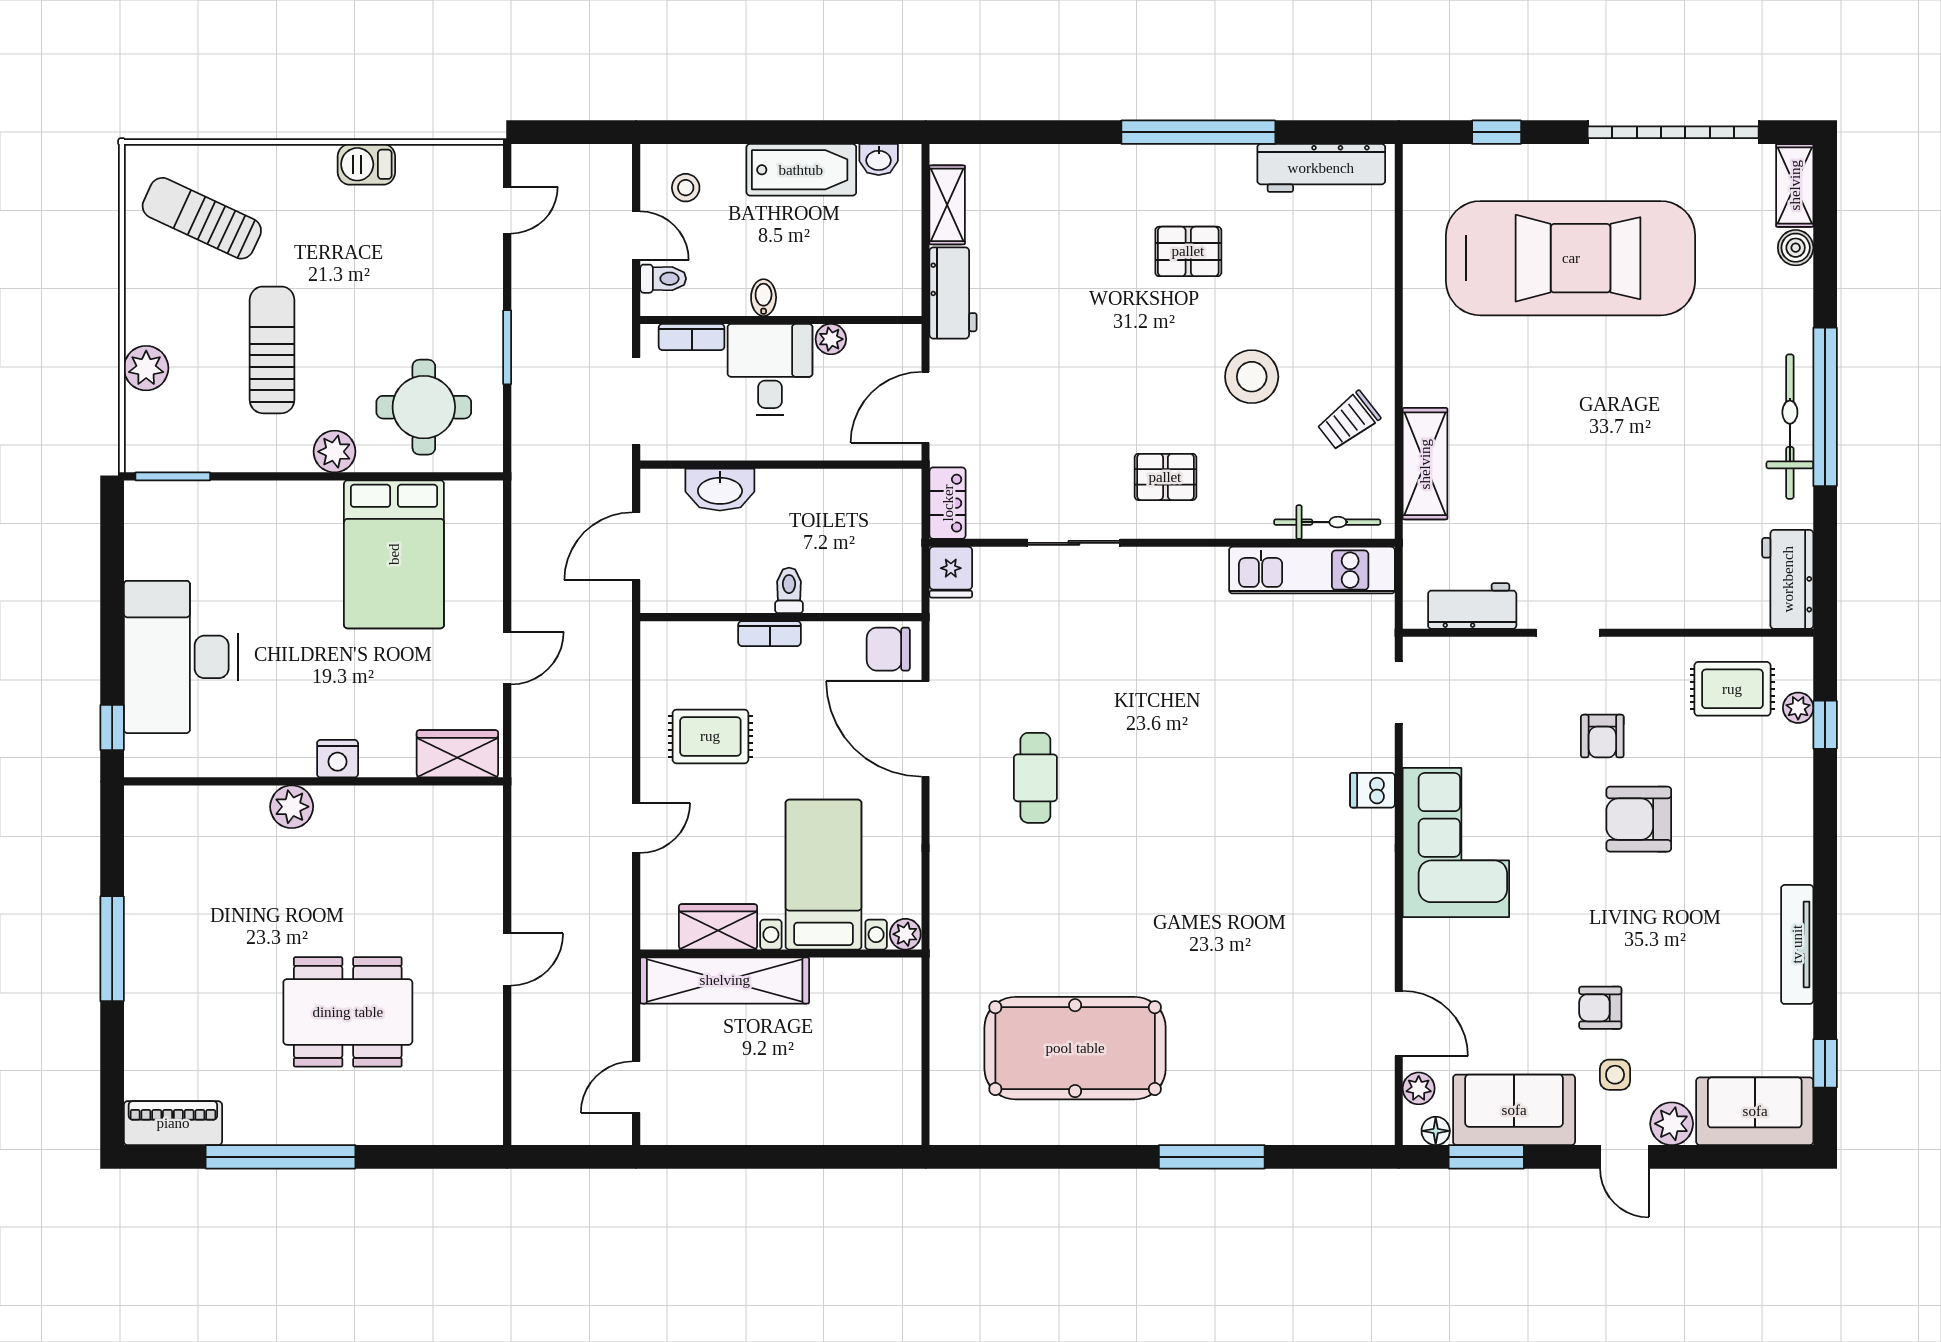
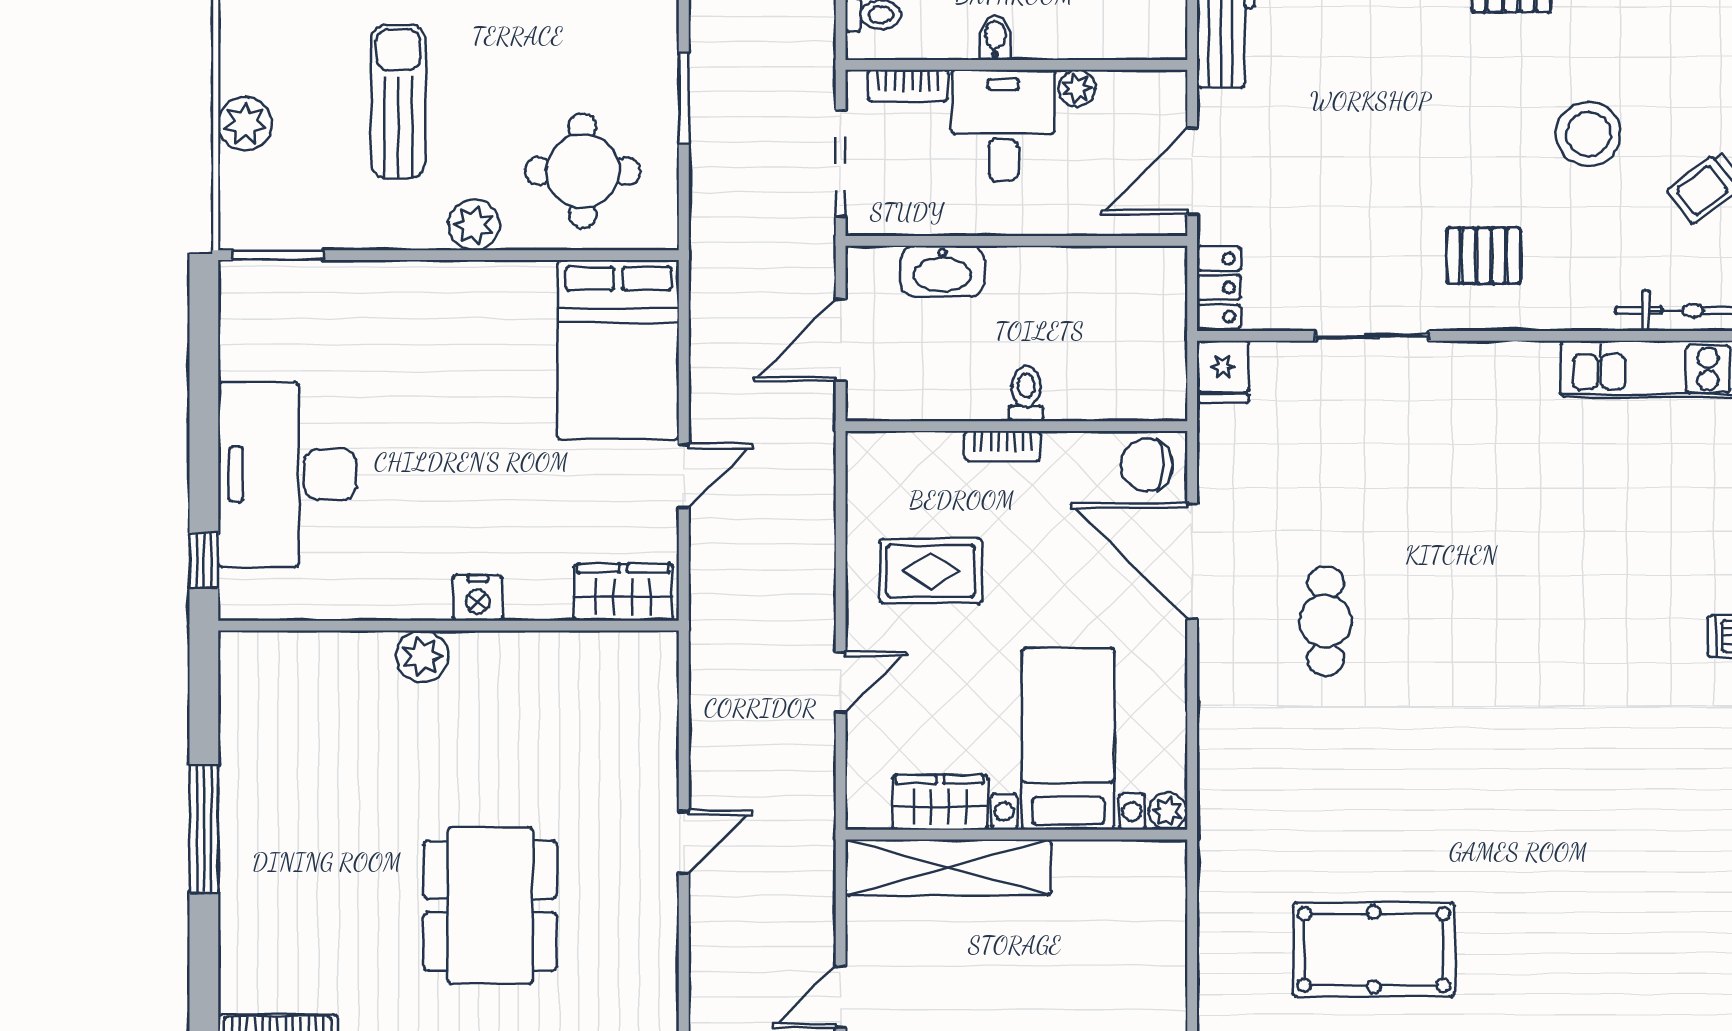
bed: (394, 554) -> (618, 350), moved
dining table: (348, 1012) -> (490, 906), turned 90
pool table: (1075, 1048) -> (1374, 950), width x0.73, depth x0.76

